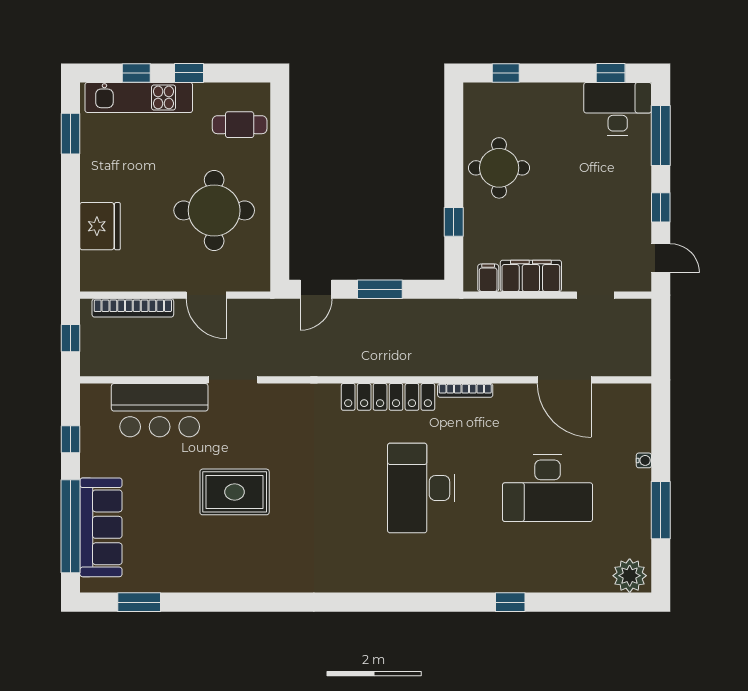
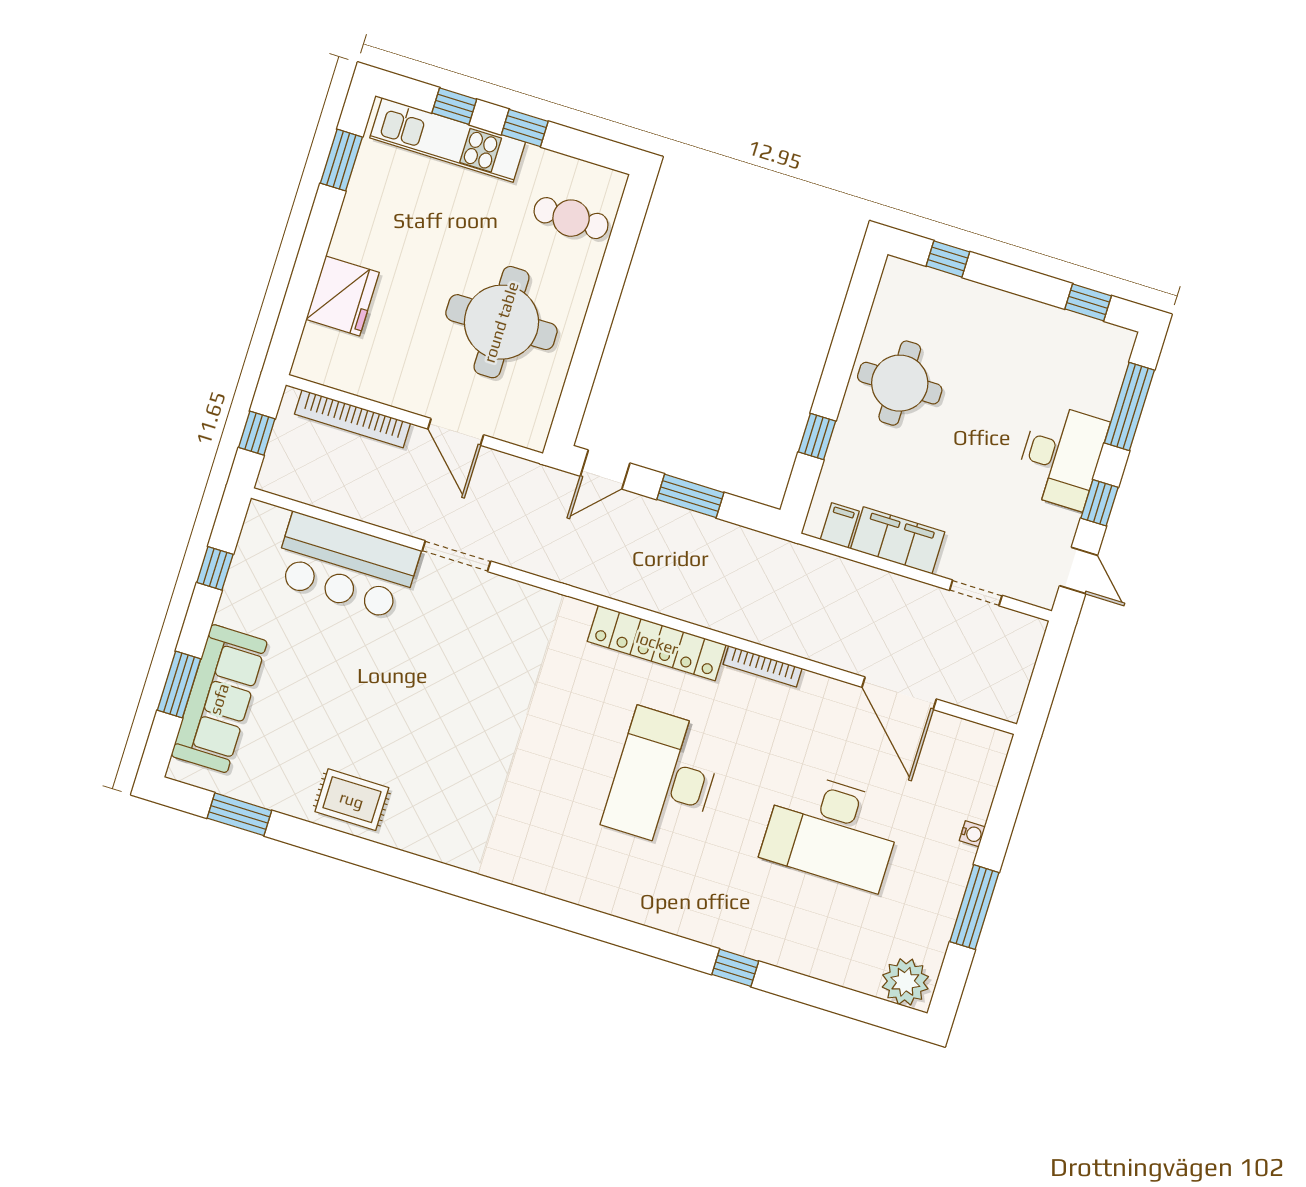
desk: (618, 109) -> (1061, 456), moved, turned 90
rug: (235, 492) -> (352, 800), moved, width x0.73, depth x0.70
window: (70, 526) -> (179, 685), width x0.47

